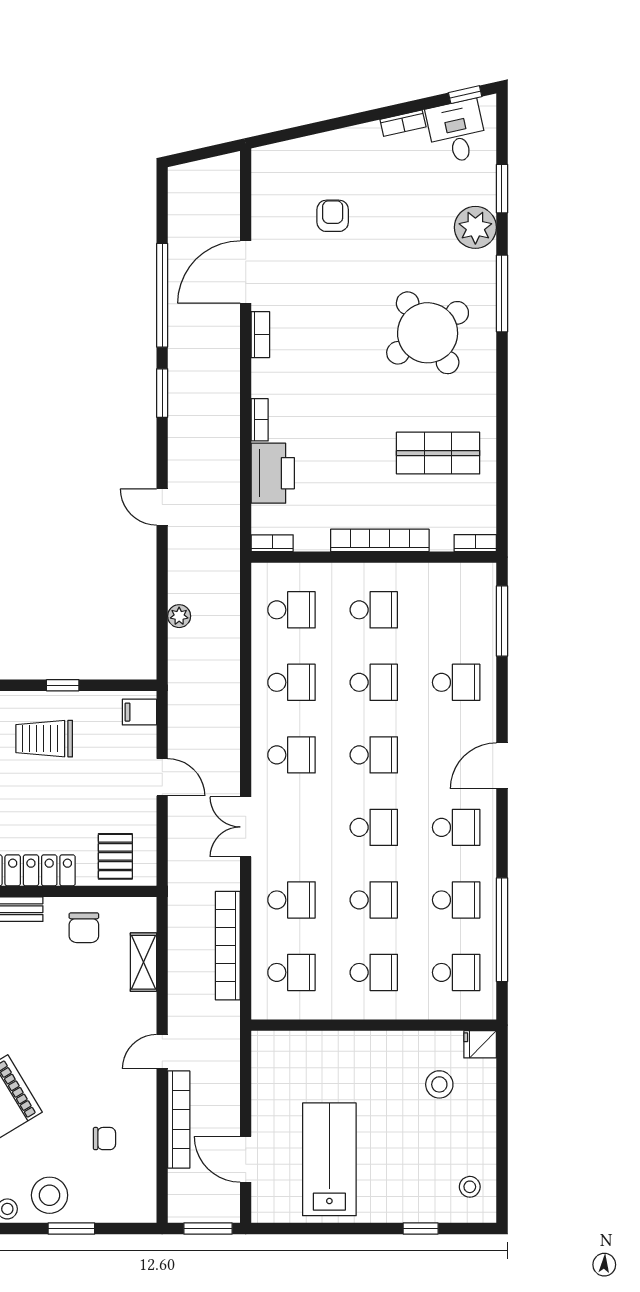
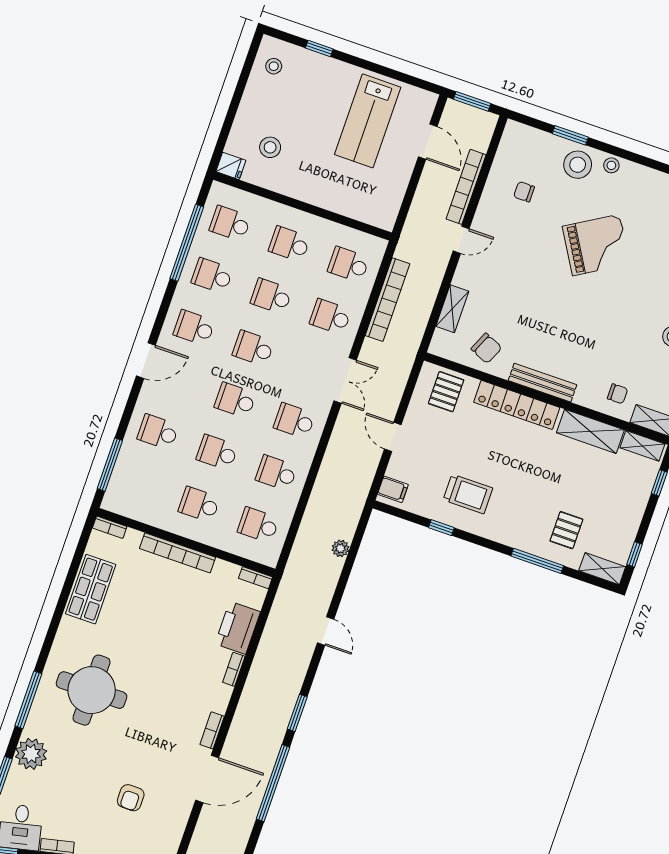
round table: (428, 333) -> (92, 690), turned 34
shop shelf: (438, 453) -> (91, 589), moved, turned 90
chair: (84, 928) -> (486, 348), turned 114

